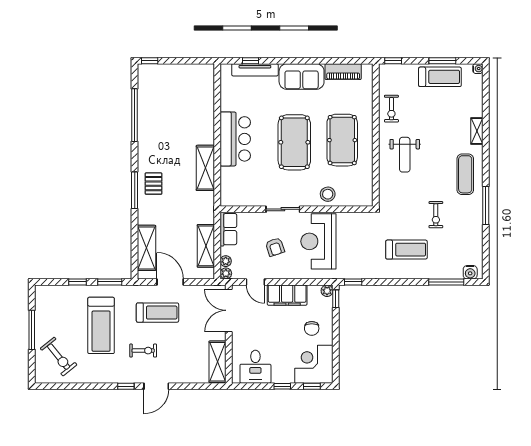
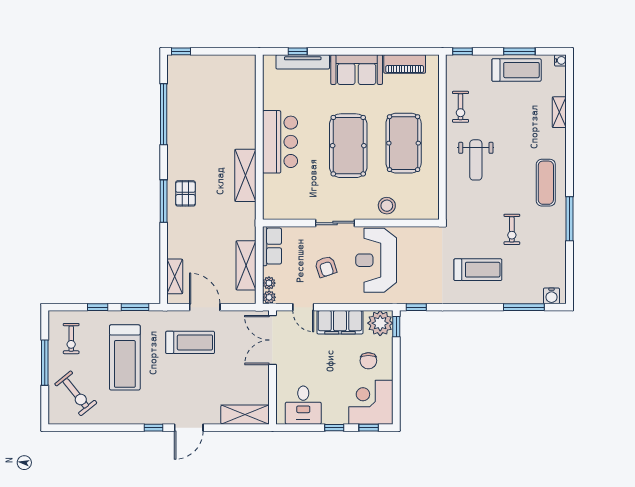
shelving: (477, 131) -> (559, 112), moved
shelving: (146, 248) -> (175, 276), width x0.67, depth x0.75
plant: (327, 291) -> (380, 323), width x1.87, depth x1.87
exercise bike: (143, 351) -> (71, 339), moved, turned 90
shelving: (218, 362) -> (245, 415), moved, turned 90

